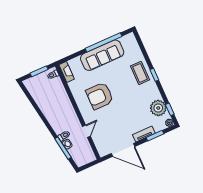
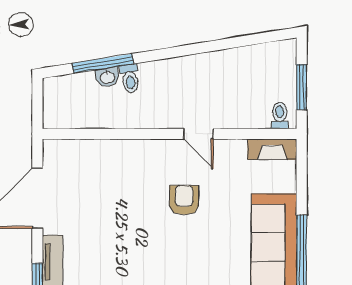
armchair: (100, 96) -> (184, 200), width x0.53, depth x0.53
door: (86, 131) -> (198, 134), moved

